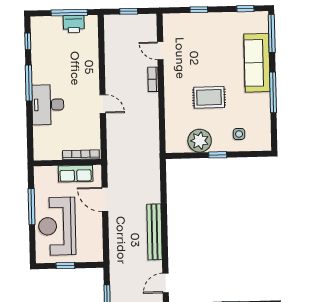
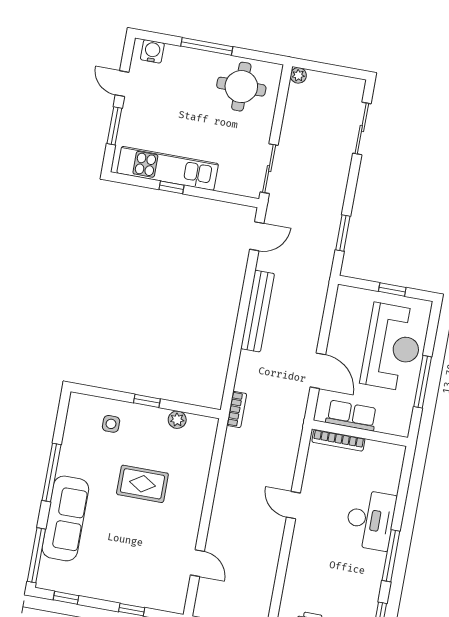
bookcase: (153, 79) -> (237, 409), moved
plant: (200, 141) -> (177, 420), width x0.53, depth x0.53

